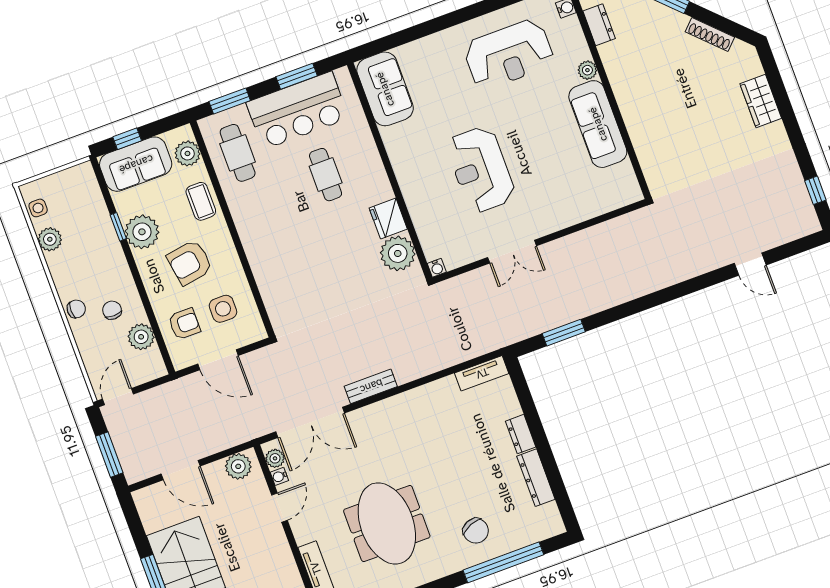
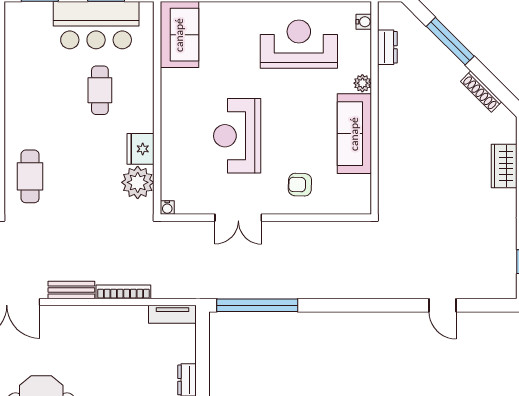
reception desk: (509, 54) -> (299, 44), turned 180
cafe table: (238, 153) -> (30, 176), moved
armchair: (562, 196) -> (300, 185), added
window: (564, 333) -> (257, 305), width x2.11
bookcase: (424, 369) -> (123, 292), added

